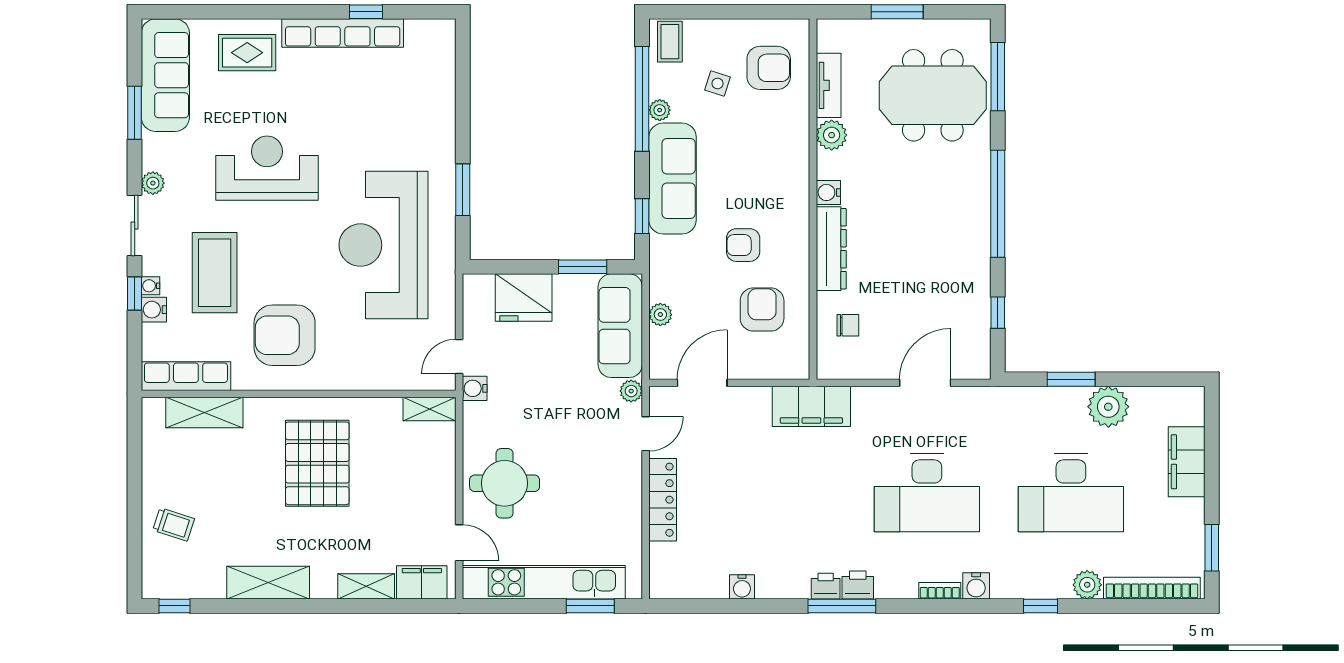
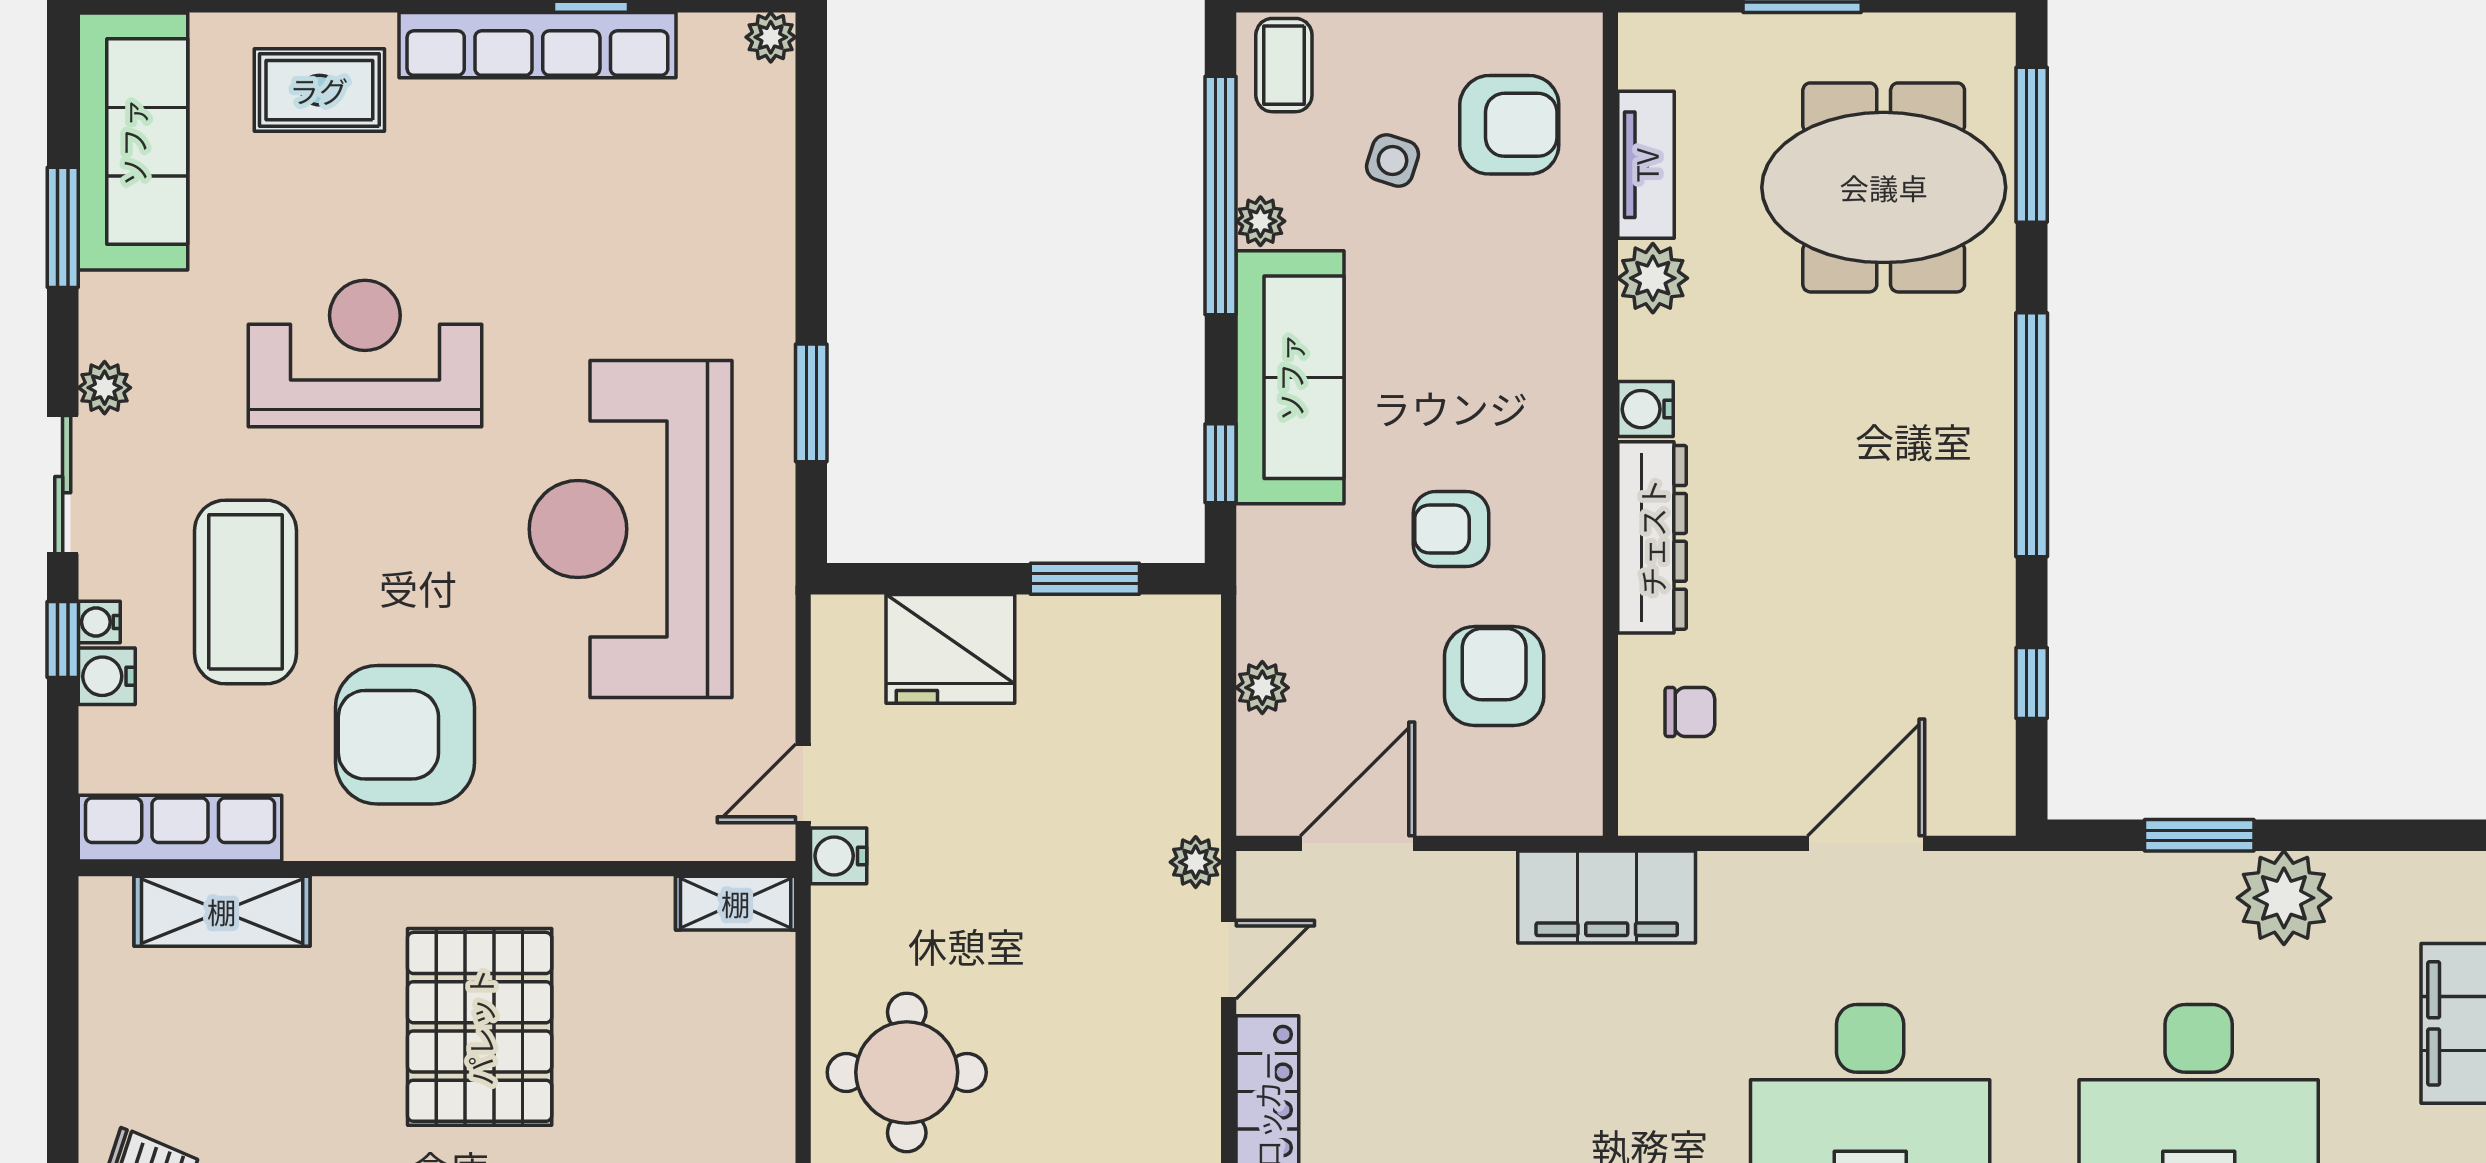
plant: (445, 29) -> (771, 37), added
sofa: (620, 326) -> (1171, 713), removed

